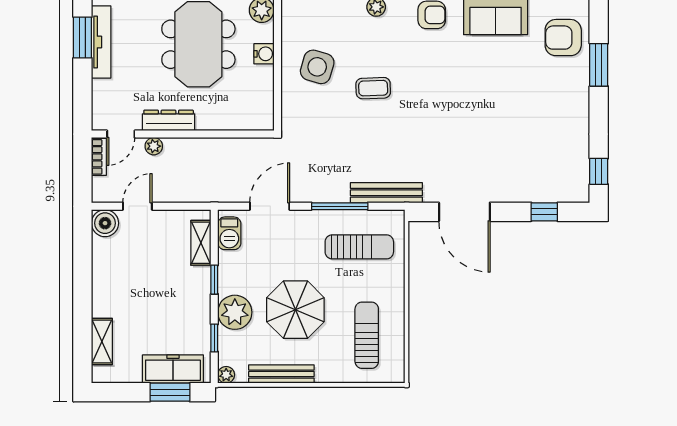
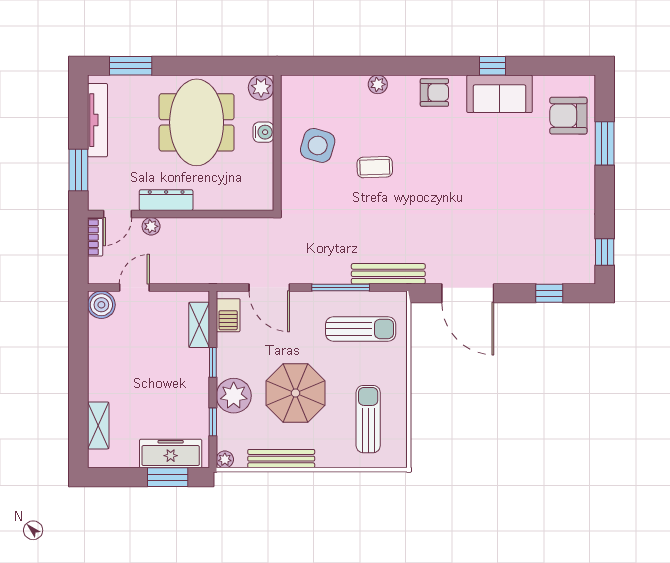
window: (82, 38) -> (78, 170), moved
door: (270, 206) -> (269, 288), swing flipped

